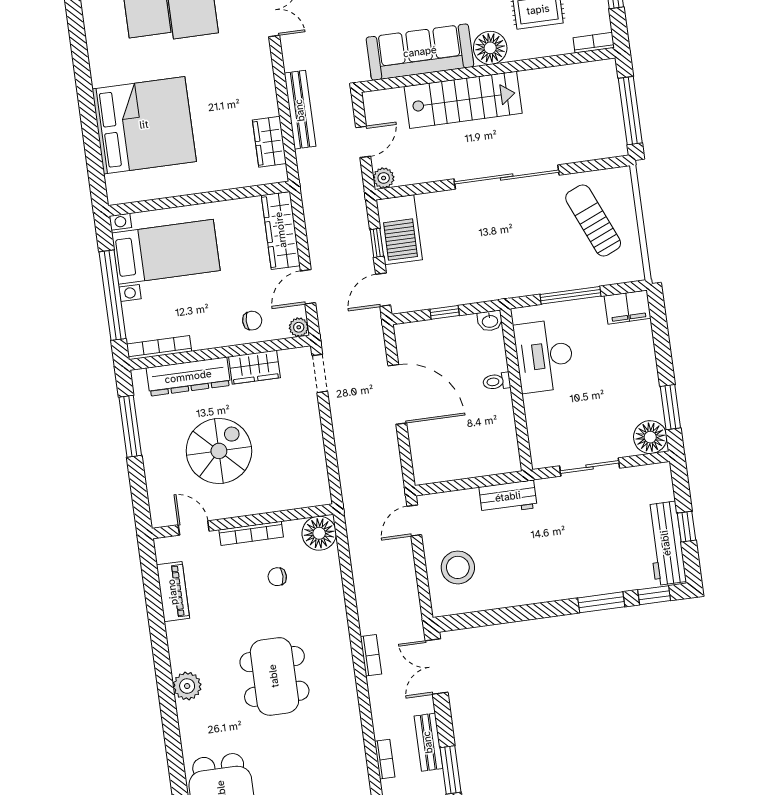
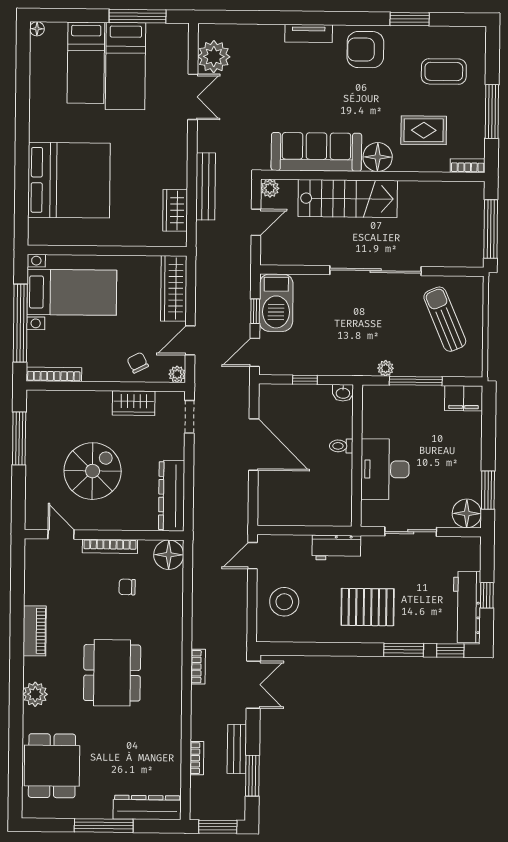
plant: (384, 178) -> (270, 188), moved
plant: (534, 286) -> (386, 368), added
chair: (252, 321) -> (138, 363), turned -117
desk: (544, 356) -> (385, 469), moved
dresser: (188, 377) -> (172, 496), moved, turned 90
pallet: (553, 560) -> (368, 607), added
piano: (173, 592) -> (35, 631), moved
double door: (437, 666) -> (253, 685), swing flipped
plant: (187, 686) -> (35, 694), moved

